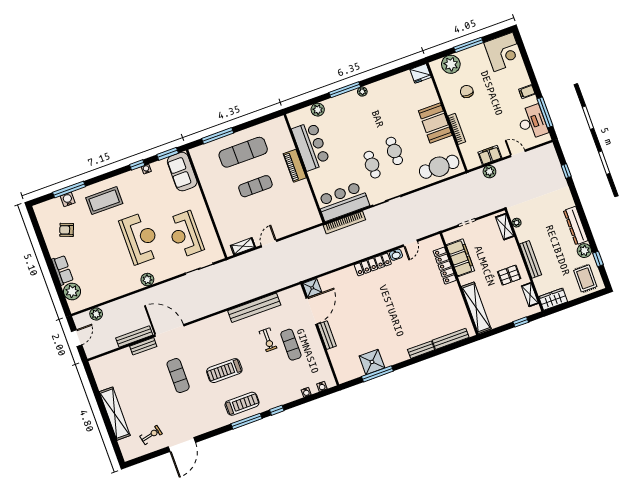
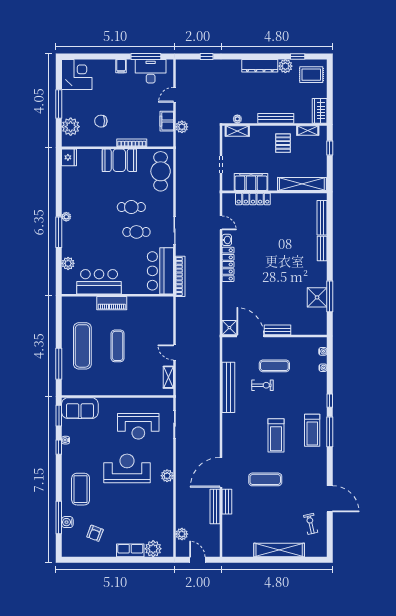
treadmill: (242, 404) -> (312, 430), turned 180

